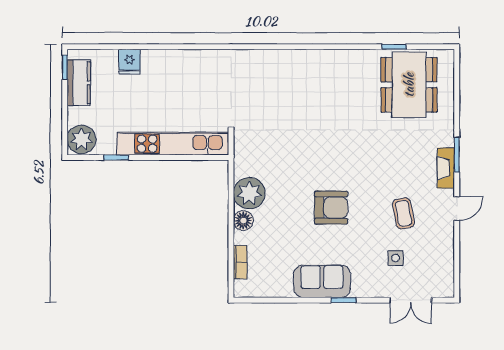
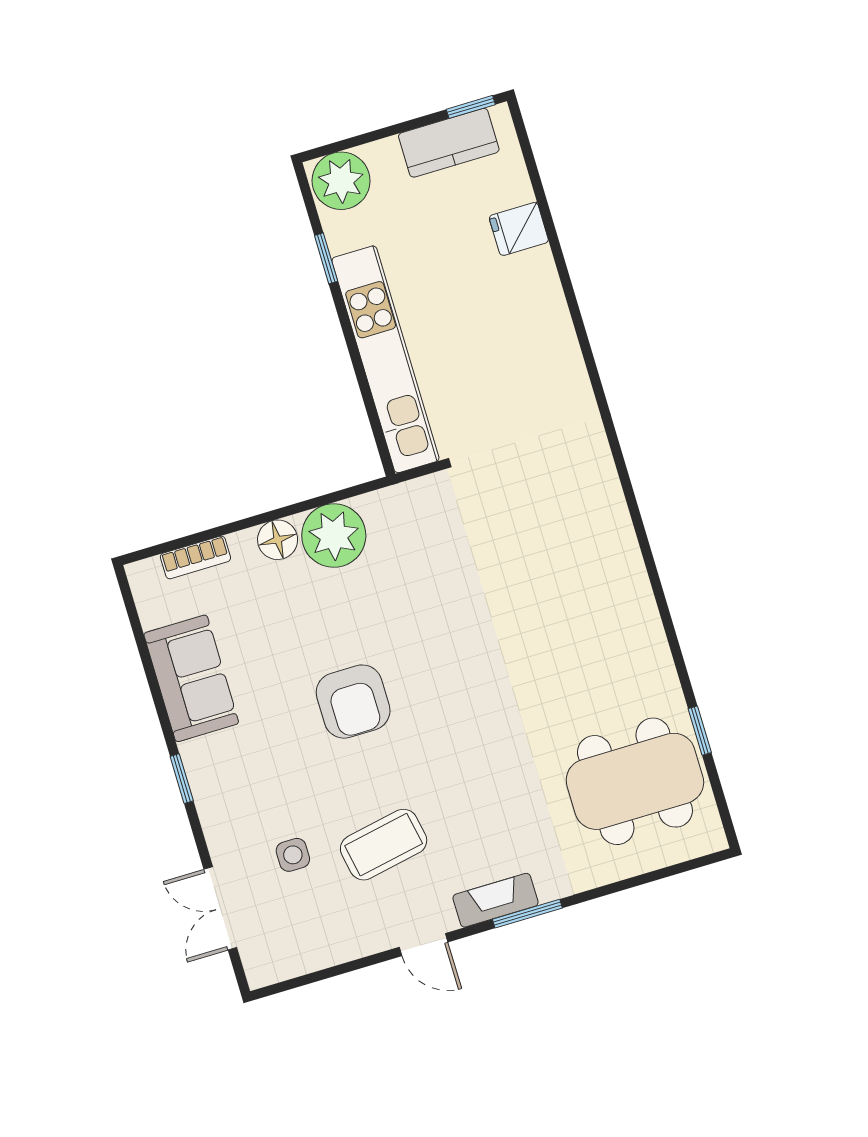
coffee table: (403, 213) -> (384, 845), width x1.36, depth x1.30
sofa: (322, 281) -> (191, 678), moved

